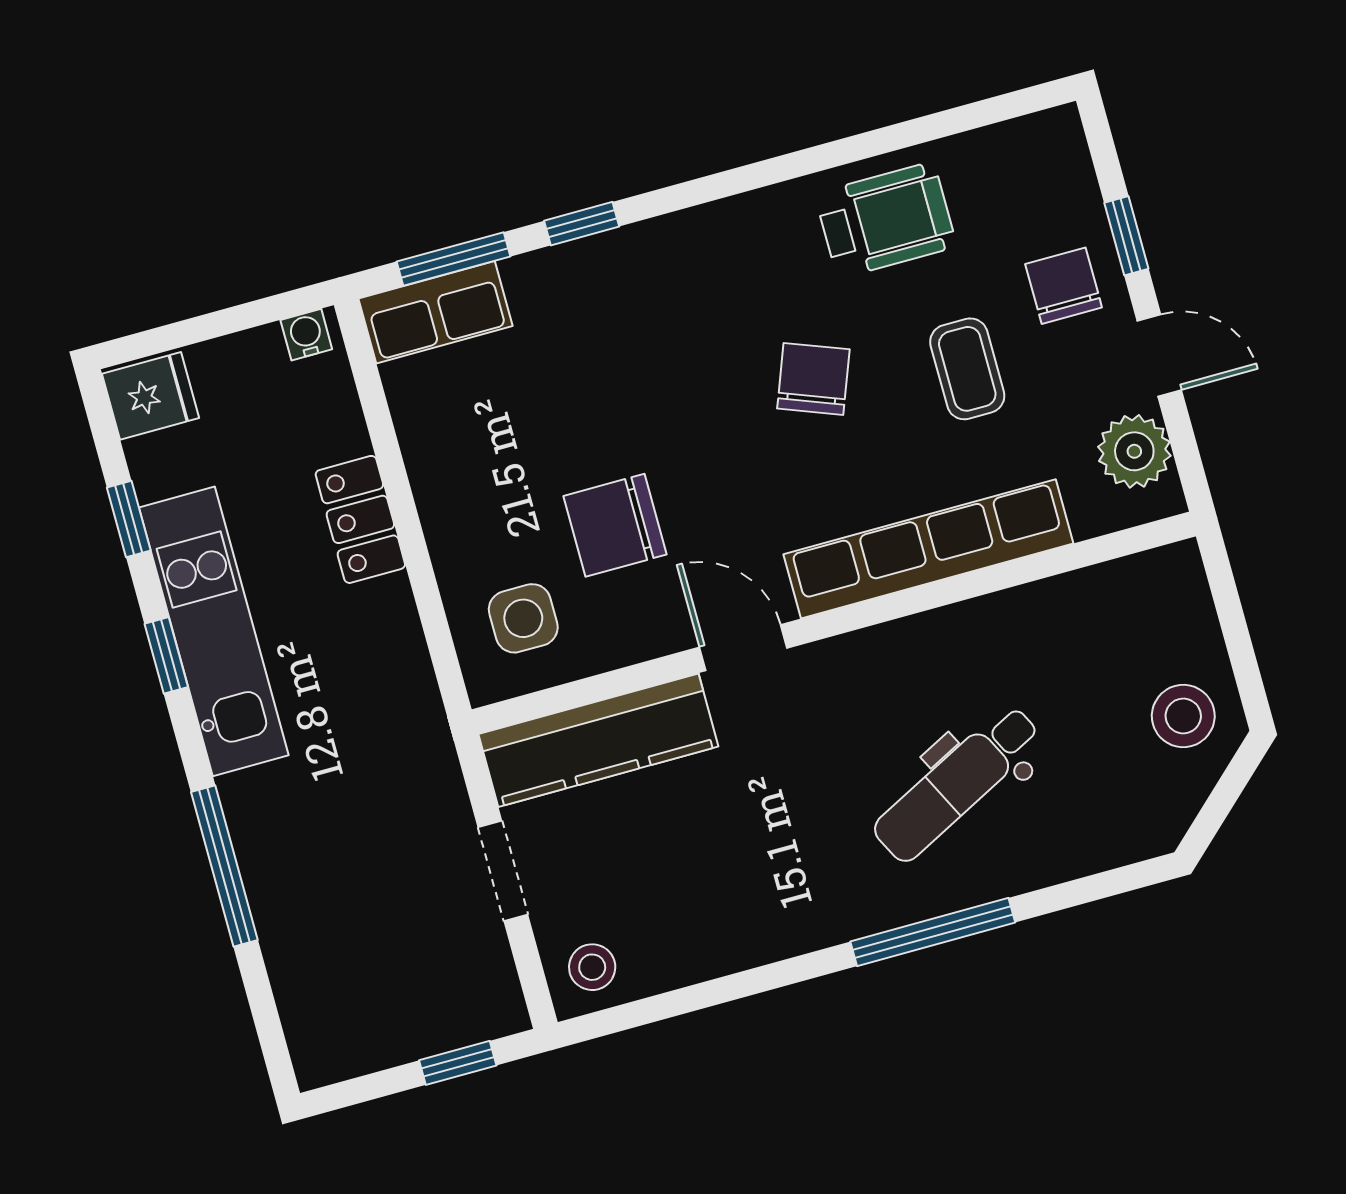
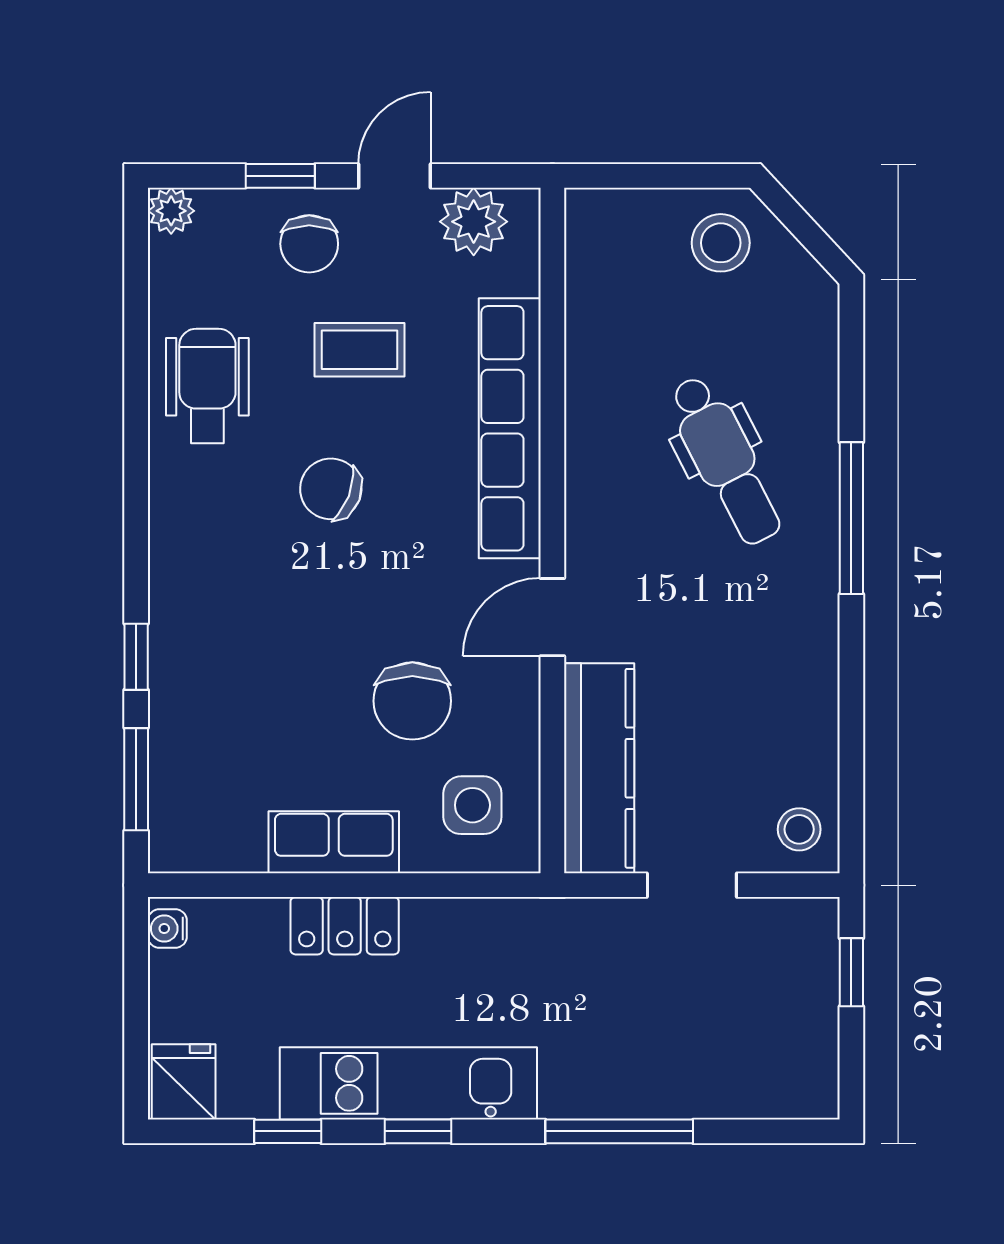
plant: (1058, 132) -> (171, 211), added
chair: (1064, 286) -> (309, 244), turned -90
row of seats: (435, 312) -> (334, 842), moved, turned -90

